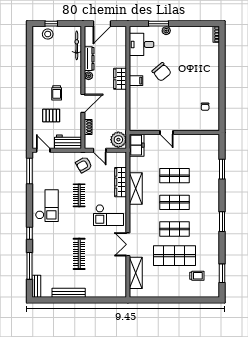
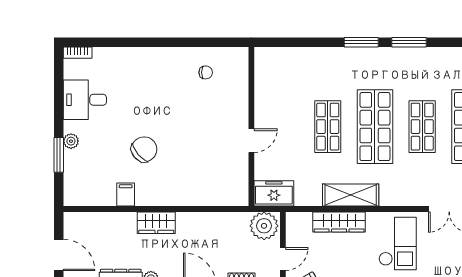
desk: (142, 44) -> (85, 100), moved, turned 90
filing cabinet: (136, 81) -> (126, 195), moved
window: (222, 169) -> (361, 42), moved
shop shelf: (174, 202) -> (375, 127), width x1.43, depth x1.36

